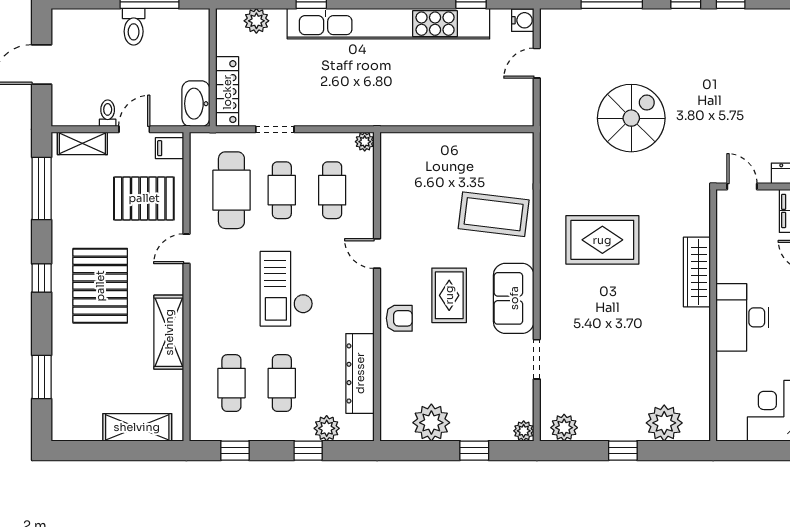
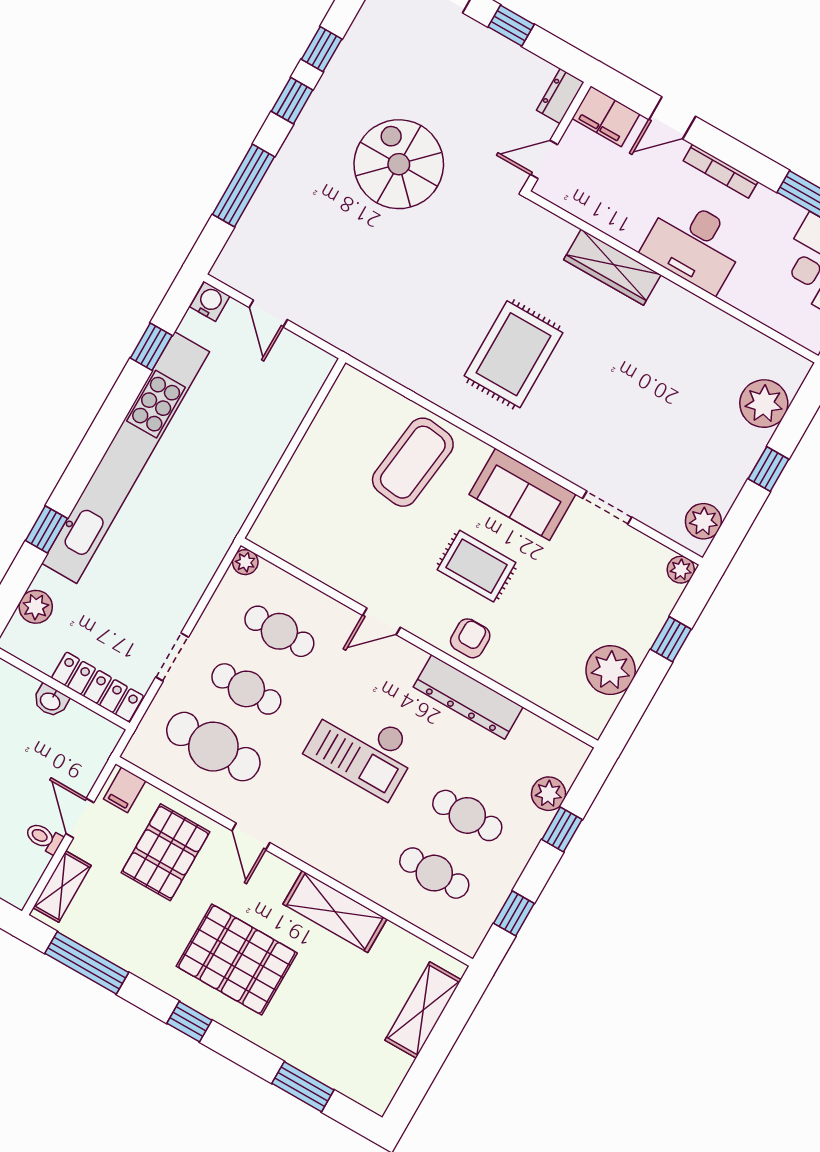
washbasin: (196, 104) -> (50, 701), moved, width x0.52, depth x0.69
spiral stairs: (631, 118) -> (399, 164), moved
dresser: (360, 373) -> (468, 697), moved

